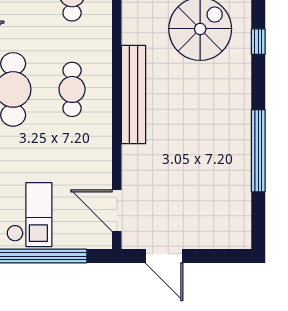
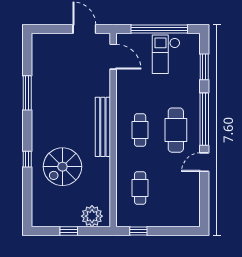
window: (258, 151) -> (27, 93), width x0.68

